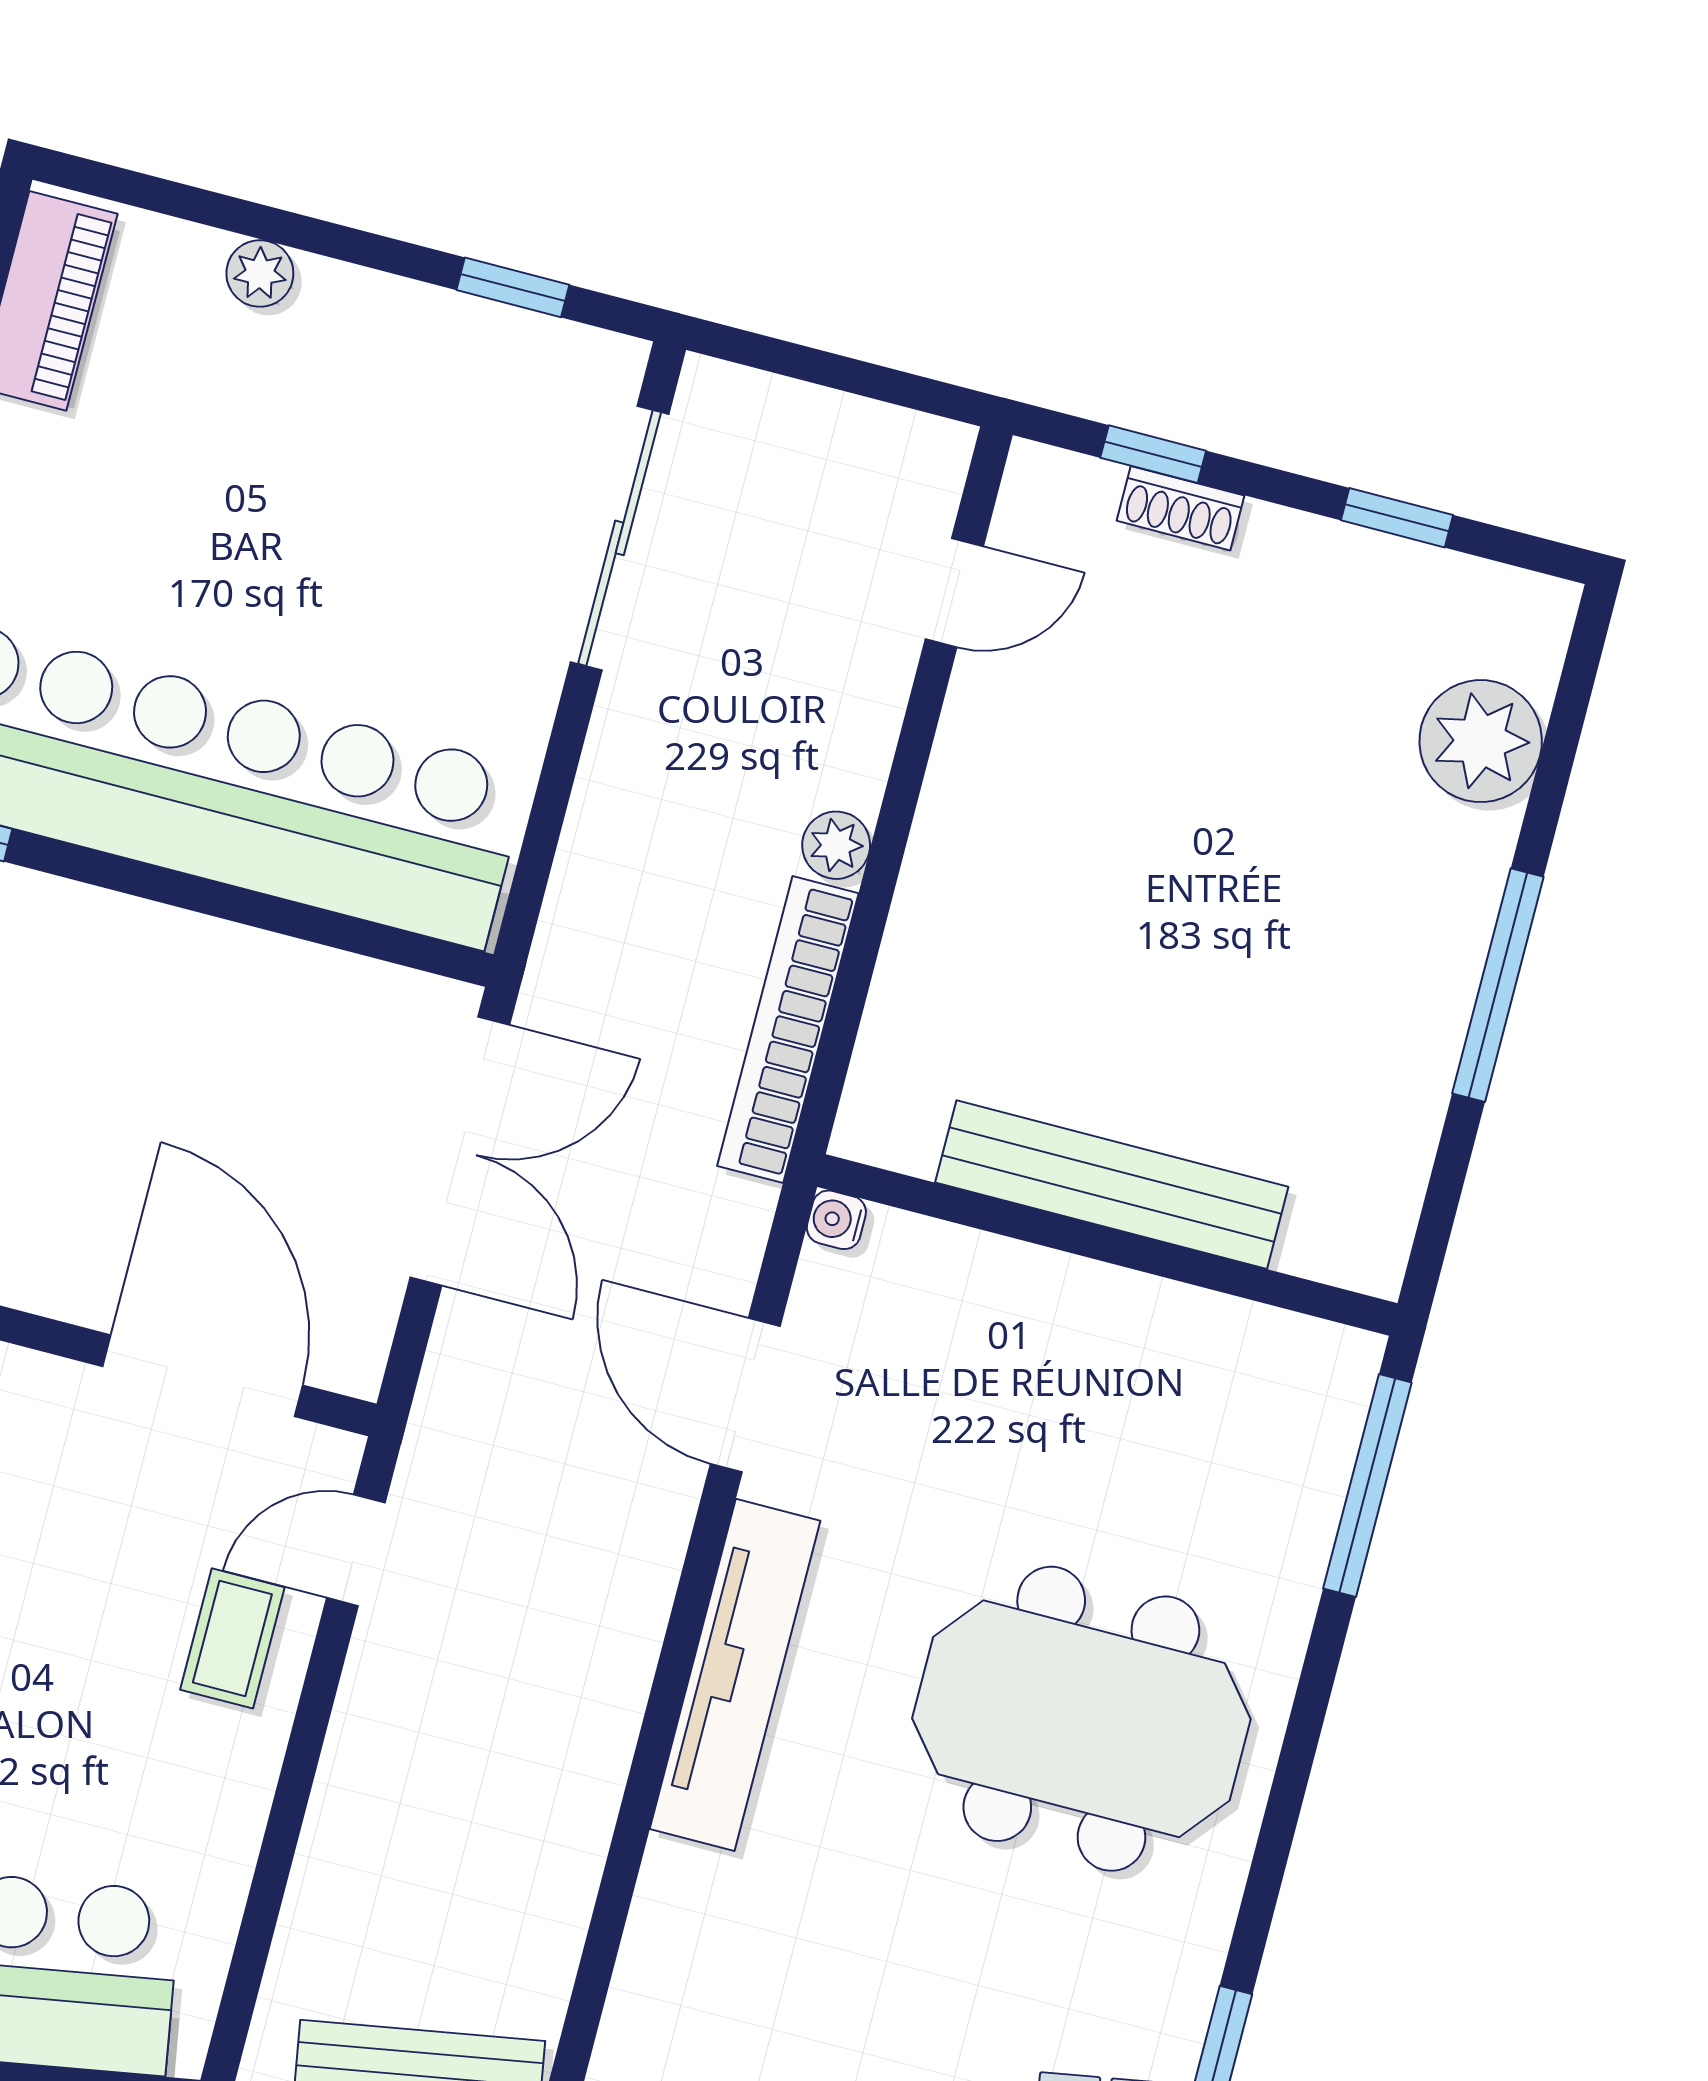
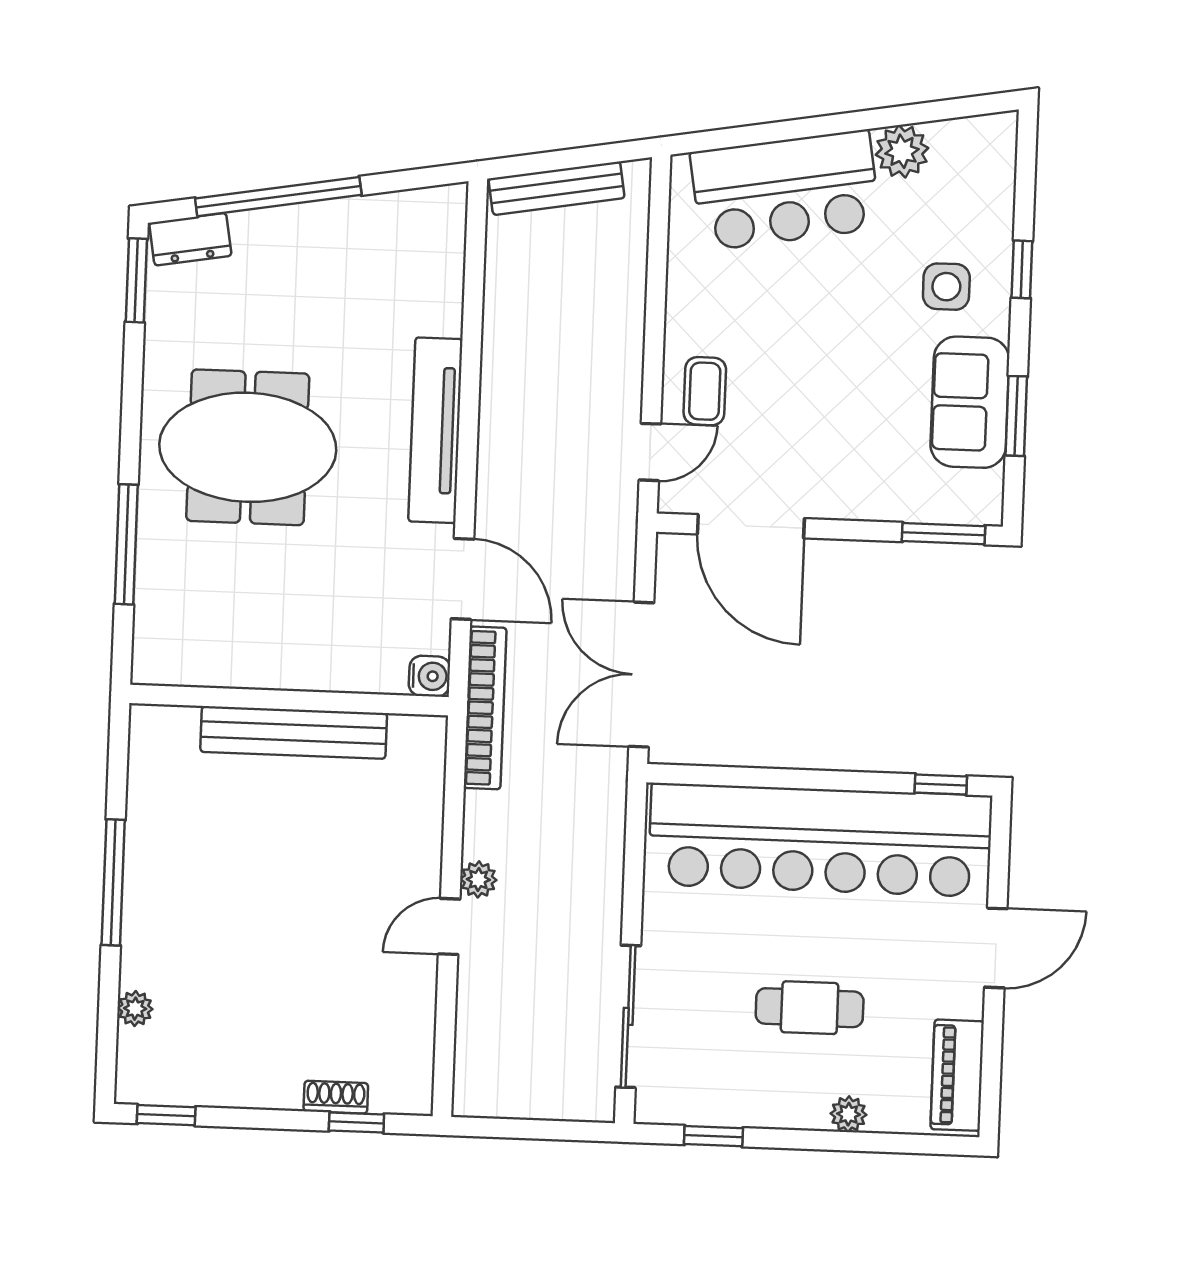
cafe table: (288, 482) -> (810, 1008), added
window: (1397, 518) -> (166, 1115), moved
door: (954, 593) -> (449, 927), moved
plant: (1481, 741) -> (135, 1009), width x0.53, depth x0.53
bookcase: (788, 1030) -> (485, 708), moved
water cooler: (836, 1220) -> (429, 676), width x1.38, depth x1.38
window: (1367, 1486) -> (126, 544), moved

